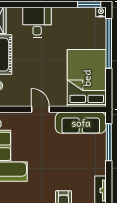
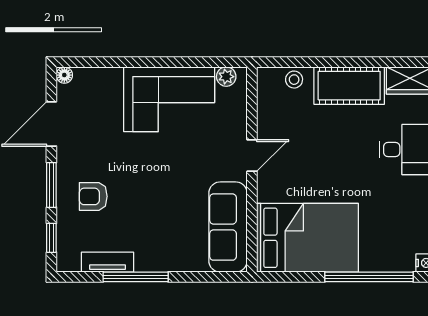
window: (109, 142) -> (136, 277), moved

